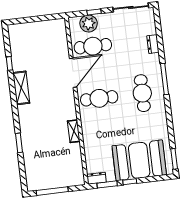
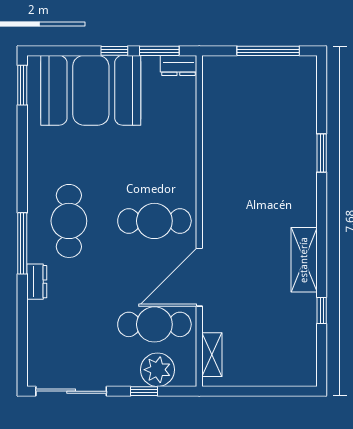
dresser: (153, 44) -> (37, 282), moved
shelving: (74, 131) -> (212, 355), moved

